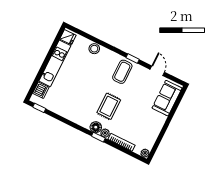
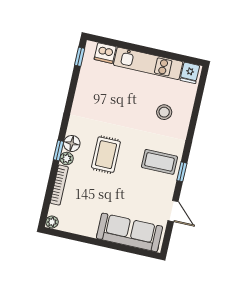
stool: (94, 49) -> (164, 112), moved
door: (157, 71) -> (173, 211), hinge flipped
sofa: (167, 98) -> (130, 232), width x1.36
rug: (109, 106) -> (106, 155), turned 90

